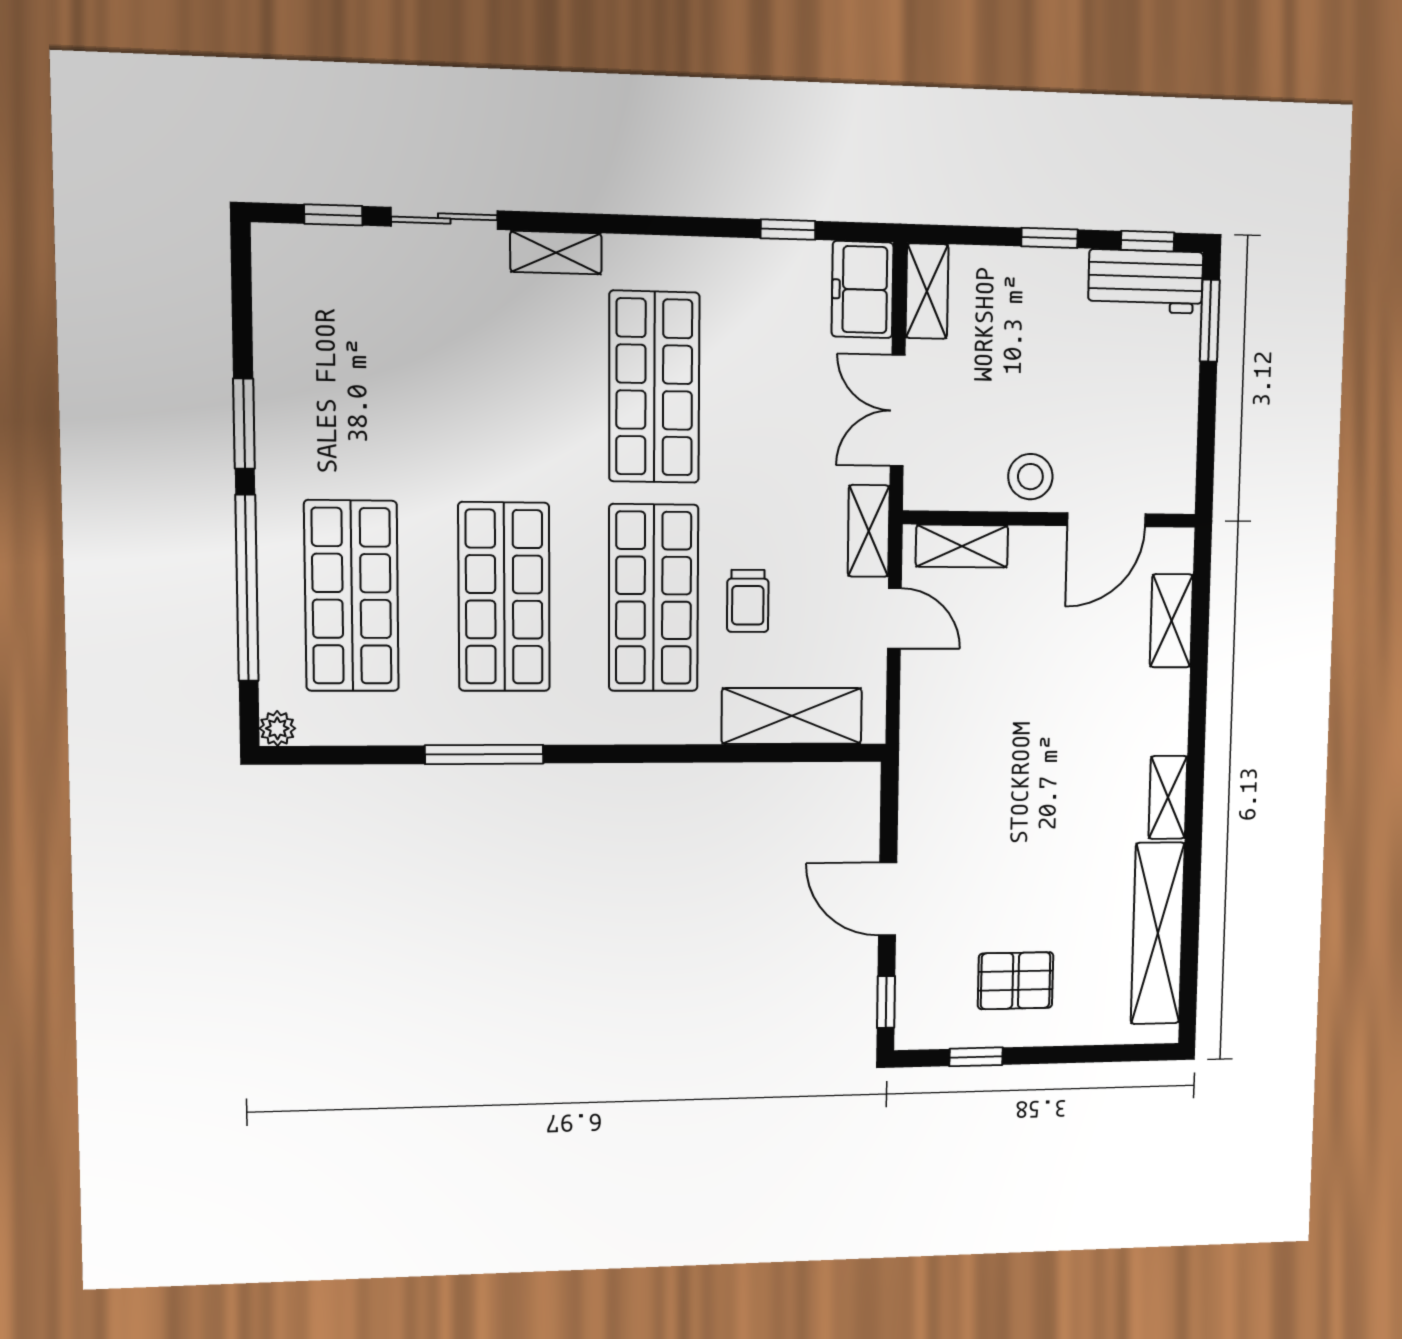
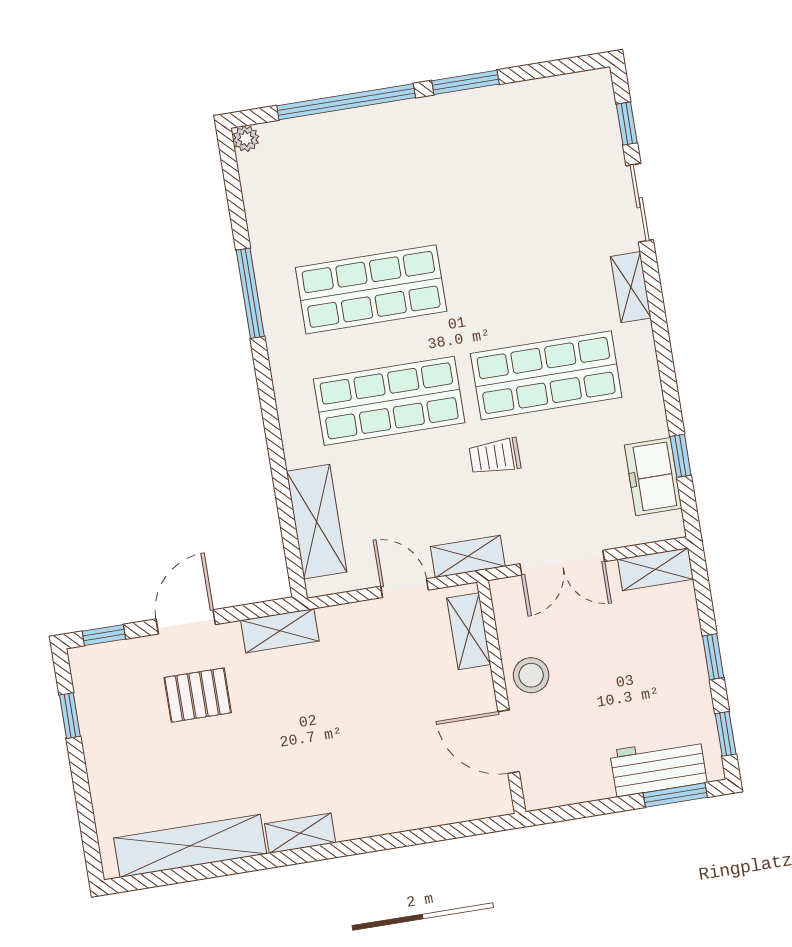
workbench: (1146, 281) -> (658, 767), moved, turned 90
freezer: (862, 290) -> (653, 477), moved, turned -90
double door: (898, 411) -> (562, 563), swing flipped
shop shelf: (352, 596) -> (353, 178), removed
trolley: (748, 601) -> (495, 456), moved
door: (894, 618) -> (405, 588), swing flipped
shelving: (1171, 621) -> (280, 631), moved
pallet: (1016, 981) -> (198, 695), moved, turned 90

